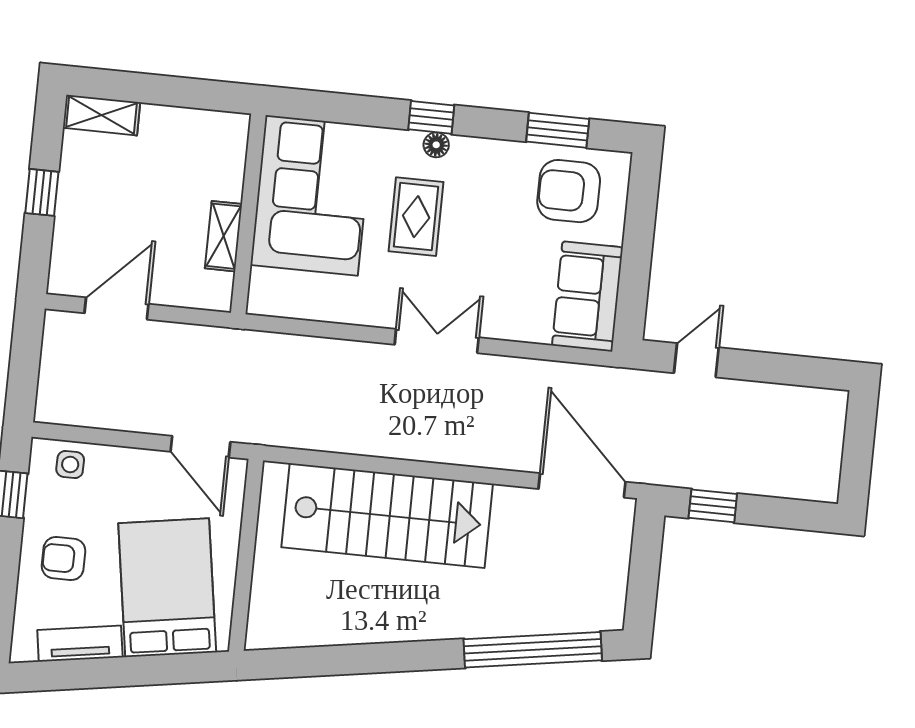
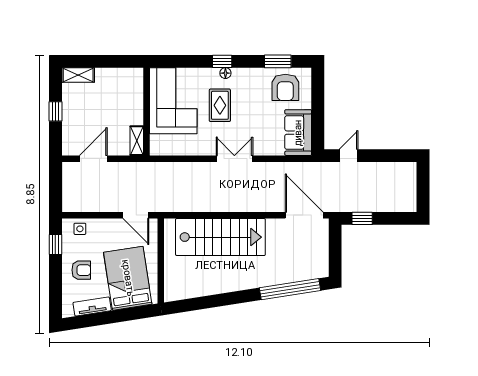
armchair: (569, 191) -> (285, 87), turned -90
shelving: (224, 236) -> (137, 141), moved
armchair: (64, 559) -> (81, 270), turned 180

